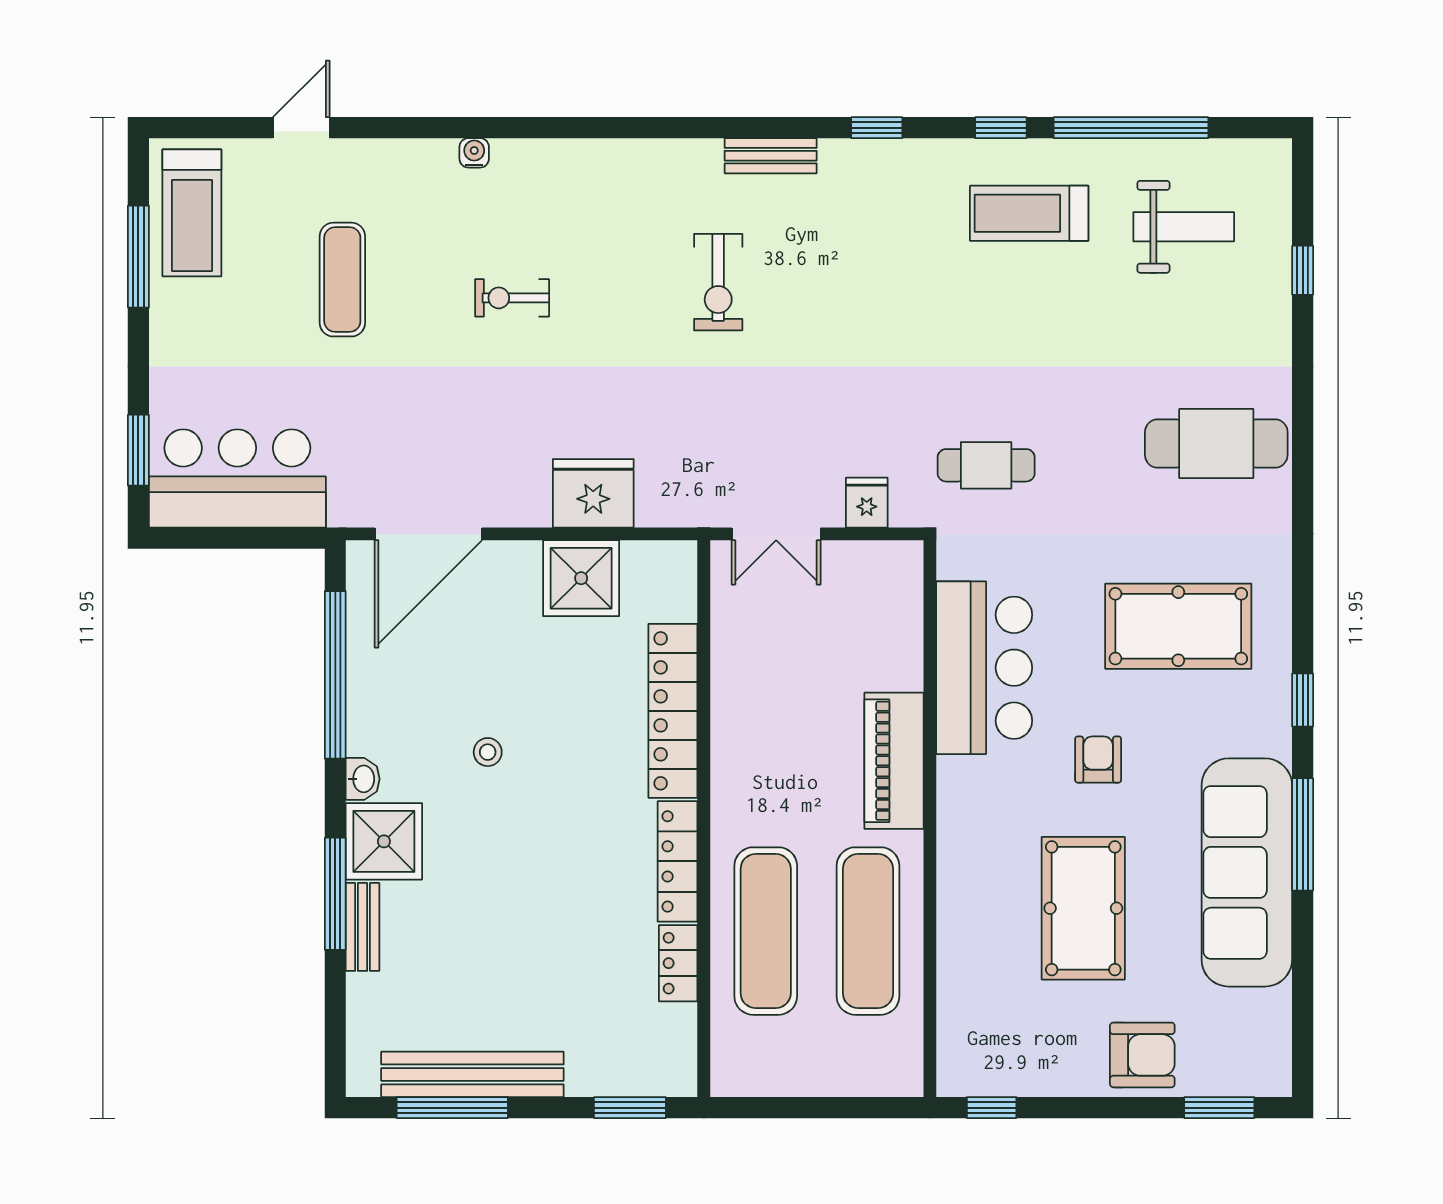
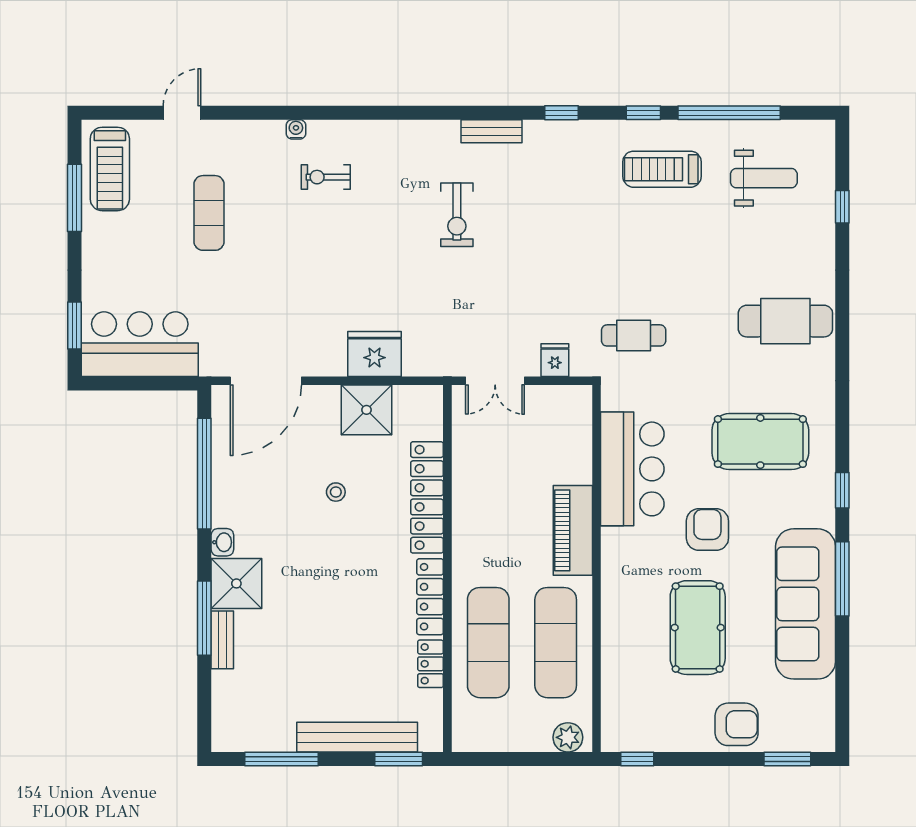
exercise bike: (512, 298) -> (326, 177), moved
stool: (488, 752) -> (336, 492), moved
armchair: (1098, 760) -> (707, 529), width x1.38, depth x1.38
bench: (472, 1074) -> (357, 737), moved
plant: (886, 1075) -> (568, 737), added

